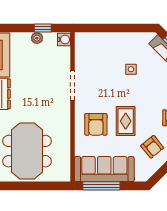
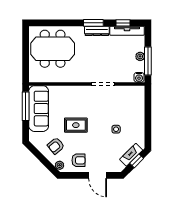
window: (43, 28) -> (148, 61), width x2.17
armchair: (96, 124) -> (73, 102), removed

